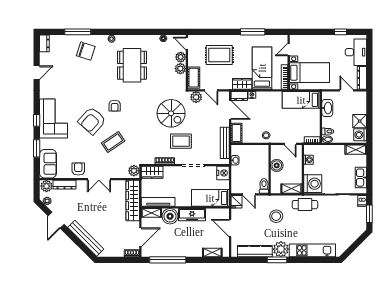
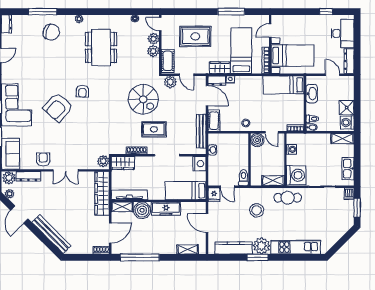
coffee table: (113, 142) -> (81, 130), removed
boiler: (277, 165) -> (257, 140), moved

